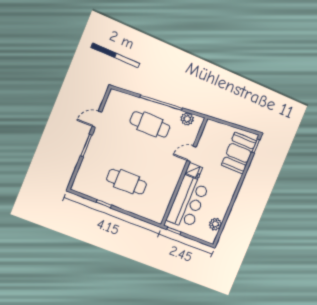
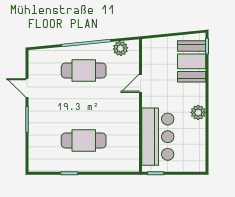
door: (97, 119) -> (27, 88), hinge flipped
fridge: (194, 170) -> (150, 100), removed
plant: (215, 224) -> (198, 112), moved

